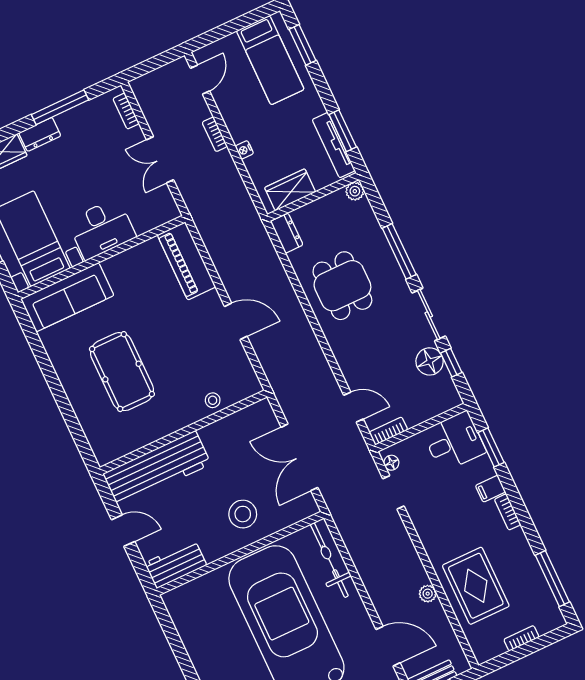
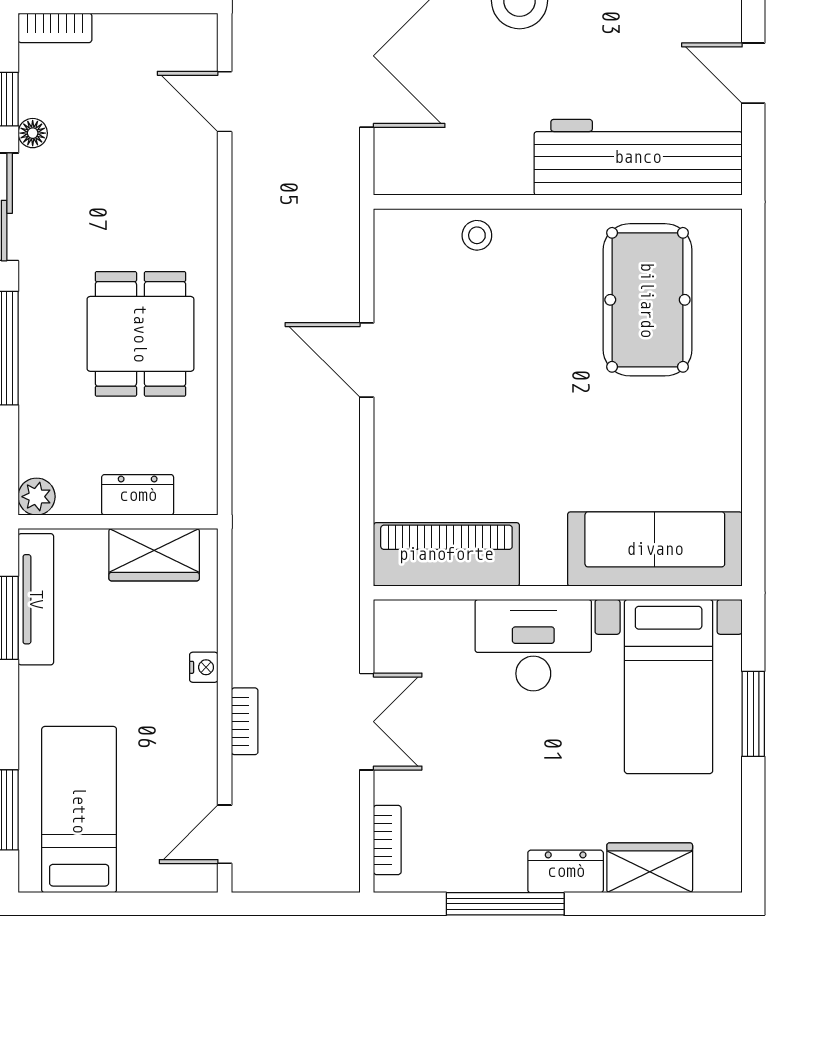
dresser: (287, 233) -> (138, 495), moved, turned 90
piano: (187, 261) -> (446, 554), moved, turned -90
floor lamp: (430, 361) -> (33, 133), width x0.53, depth x0.53
pool table: (122, 372) -> (647, 300), moved
bookcase: (388, 431) -> (55, 28), moved

